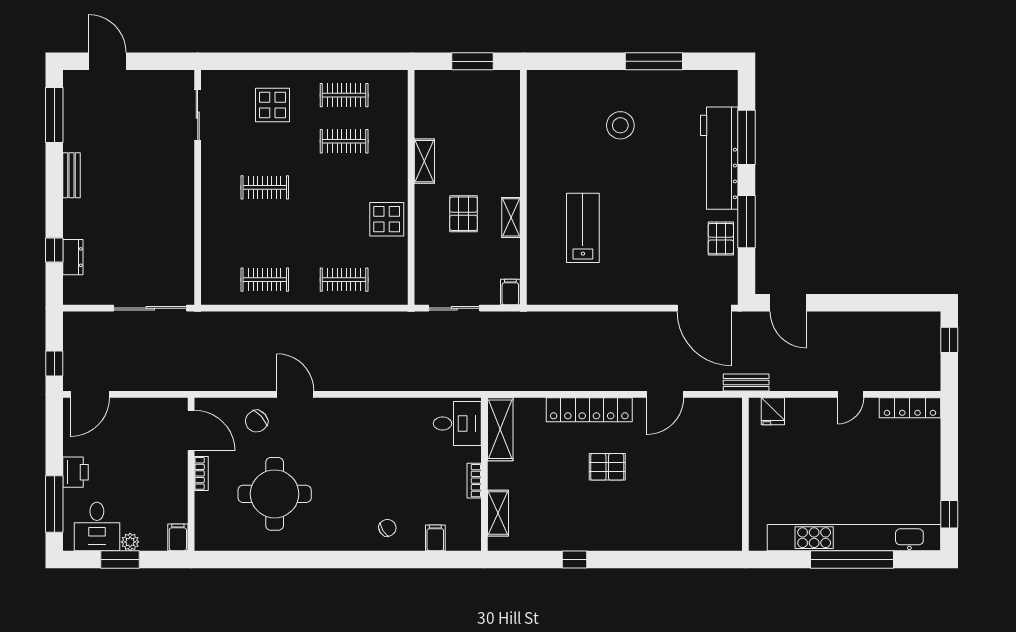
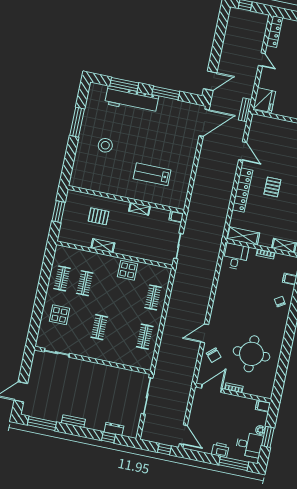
pallet: (464, 214) -> (99, 216), moved
pallet: (721, 239) -> (172, 107), removed
fridge: (773, 411) -> (264, 100), width x1.88, depth x1.34

